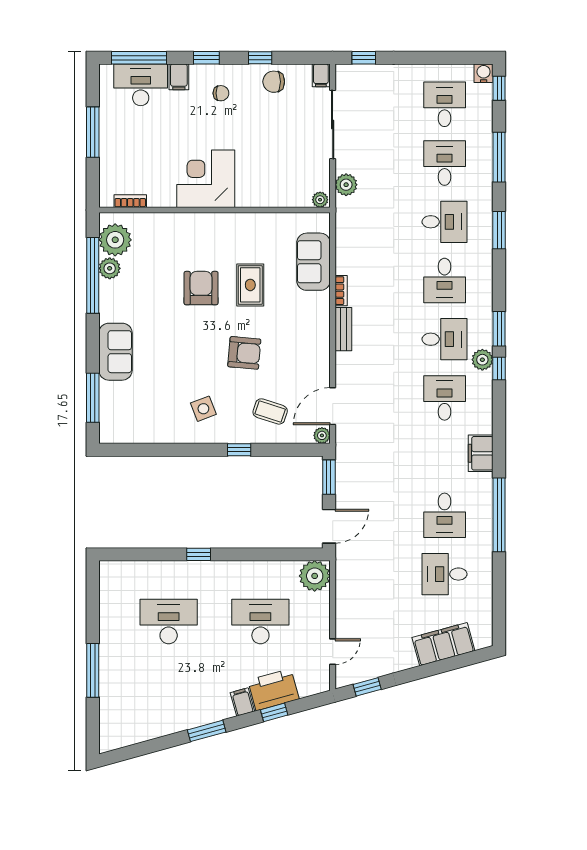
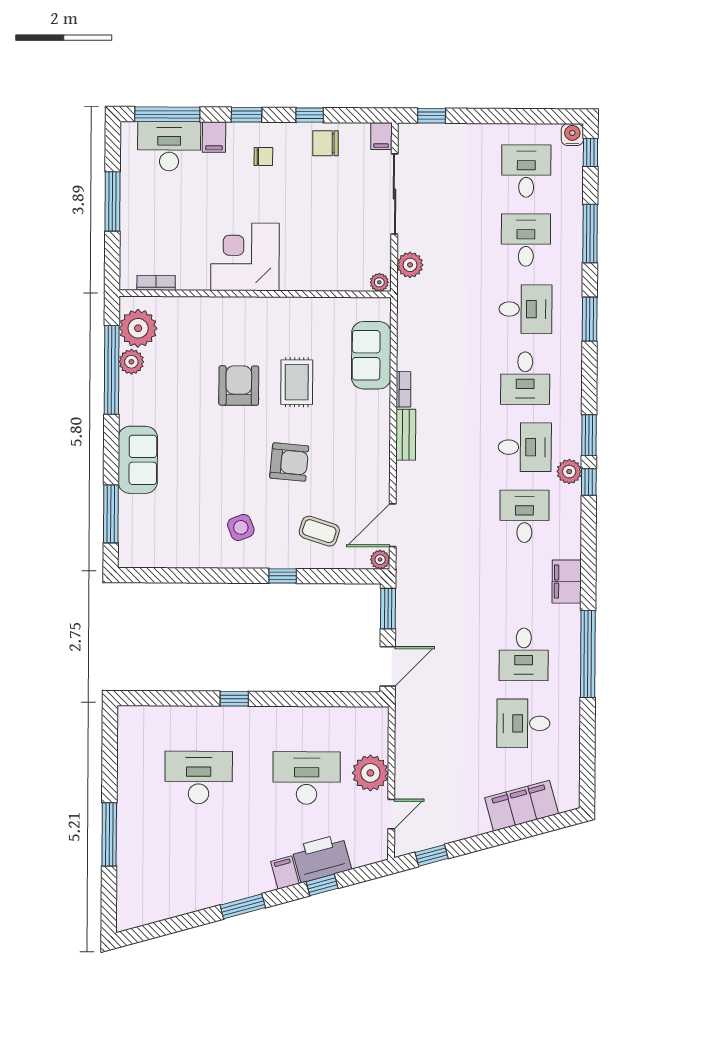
plant: (315, 576) -> (370, 773), moved

